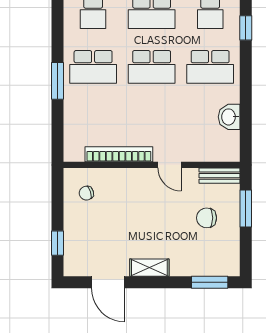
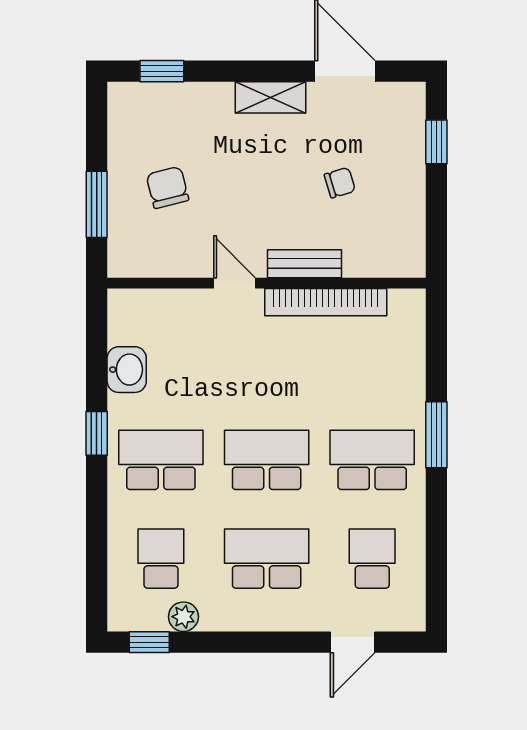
window: (246, 28) -> (97, 433), moved
bench: (220, 176) -> (304, 264), moved
chair: (86, 193) -> (340, 183), moved
chair: (207, 218) -> (167, 187), turned -104
window: (210, 282) -> (162, 71), width x0.67

